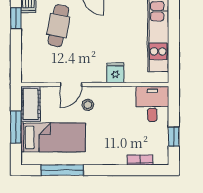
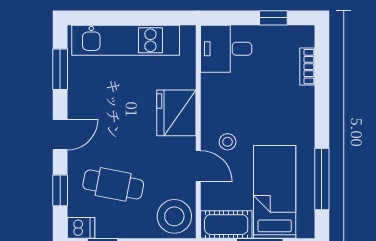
stool: (36, 68) -> (174, 216), added
fridge: (115, 73) -> (176, 113), width x1.88, depth x1.34

